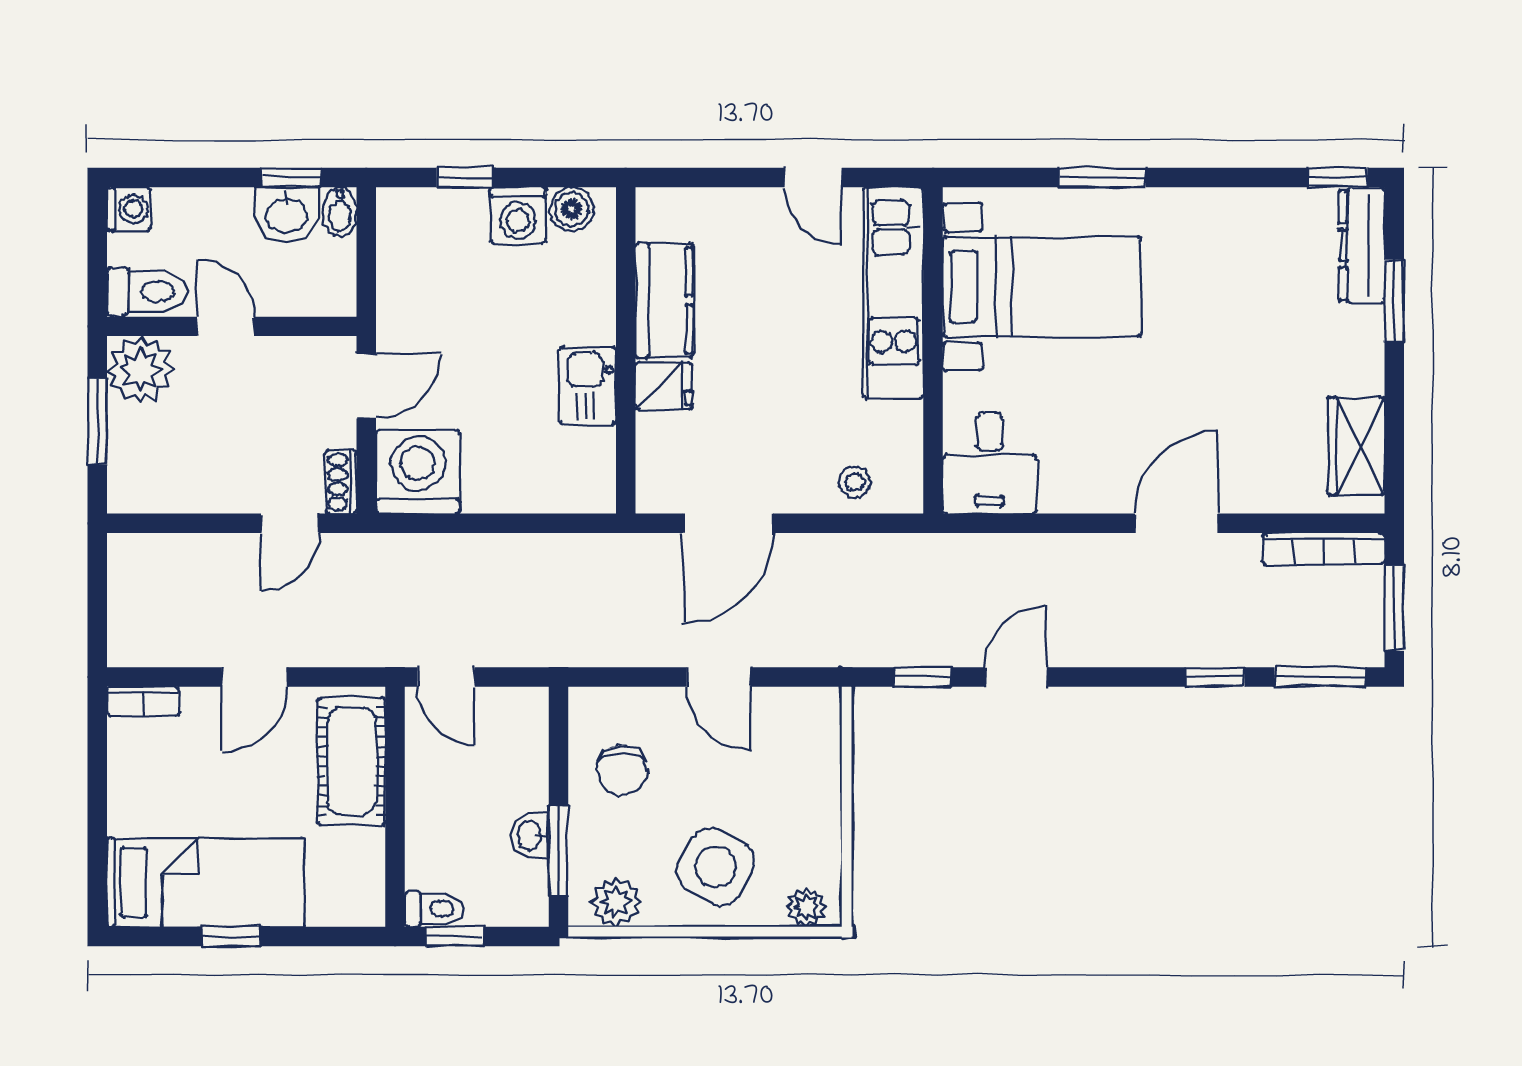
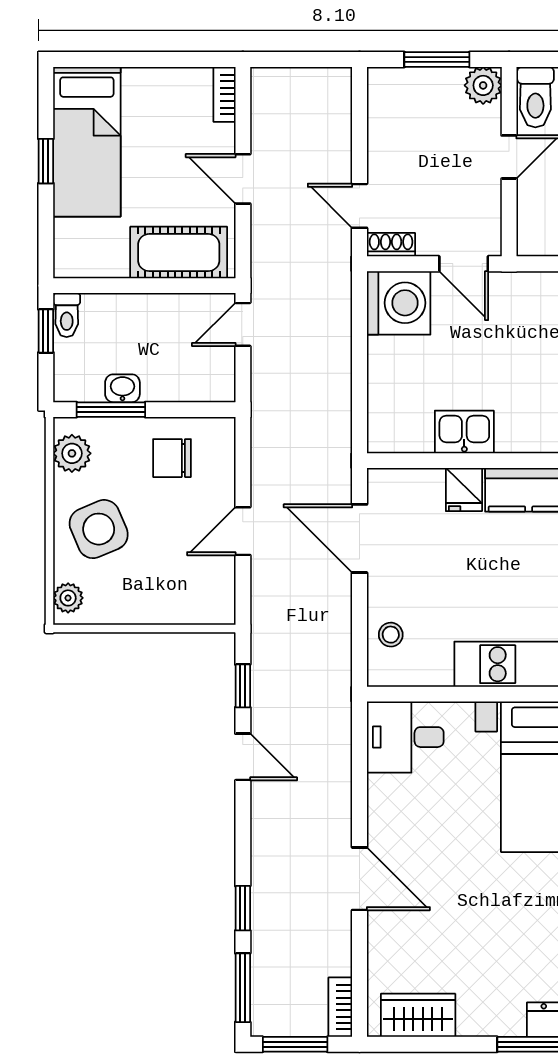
plant: (140, 369) -> (483, 85), width x0.73, depth x0.73
bookcase: (1323, 549) -> (340, 1007), width x0.64
side table: (716, 867) -> (99, 529), turned 37

